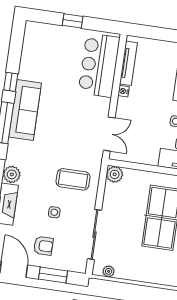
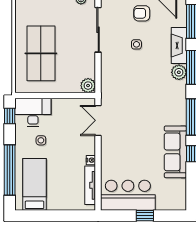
bar counter: (99, 65) -> (128, 195), moved, turned -90
sofa: (25, 110) -> (175, 152), moved
coffee table: (73, 179) -> (124, 76), removed

